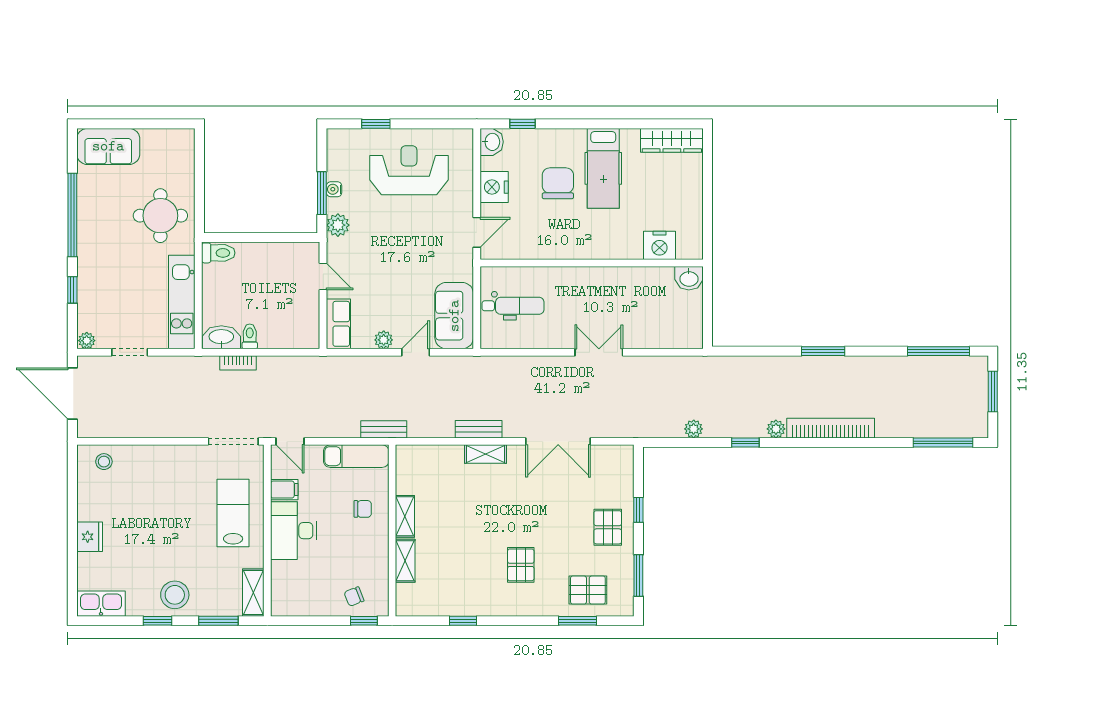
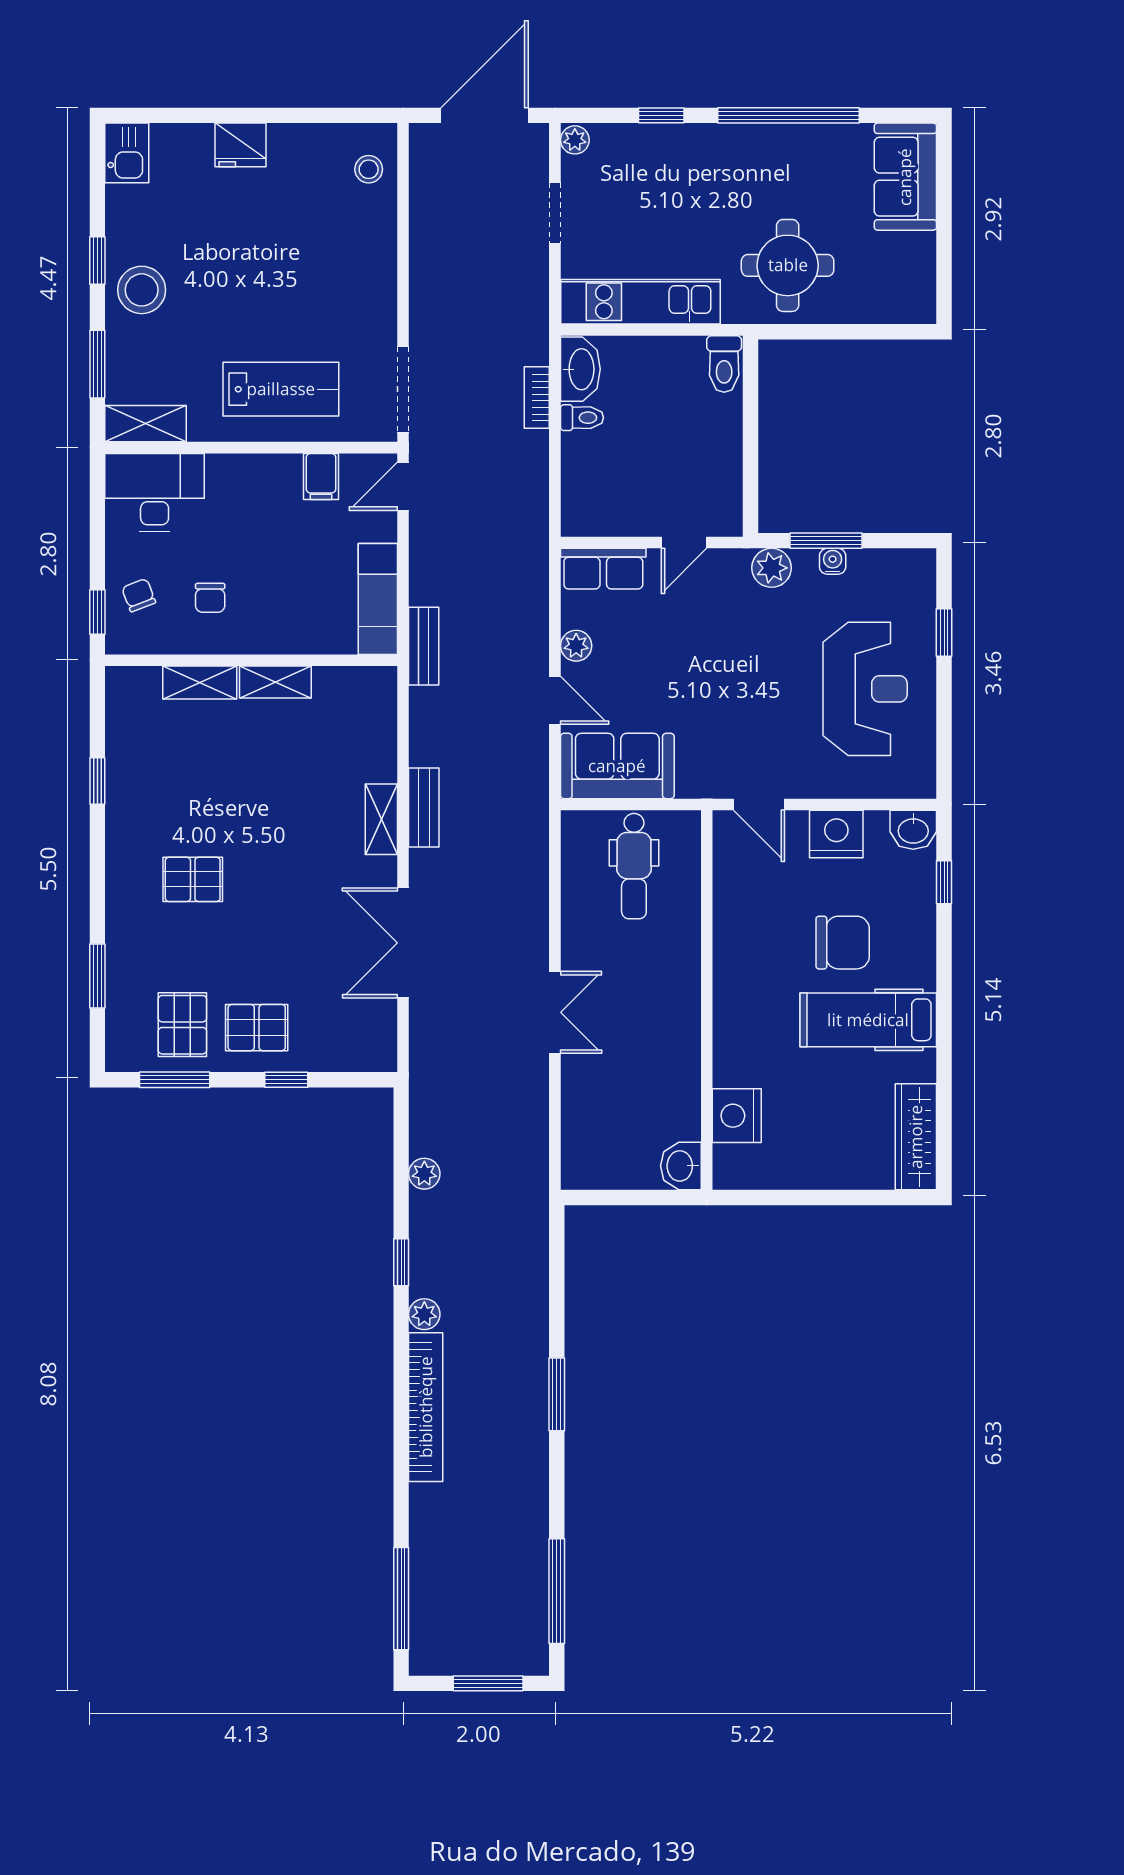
chair: (363, 509) -> (210, 598), moved
desk: (294, 531) -> (155, 492), moved
pallet: (588, 590) -> (182, 1025), moved
kitchen sink: (101, 604) -> (127, 153), width x0.73

